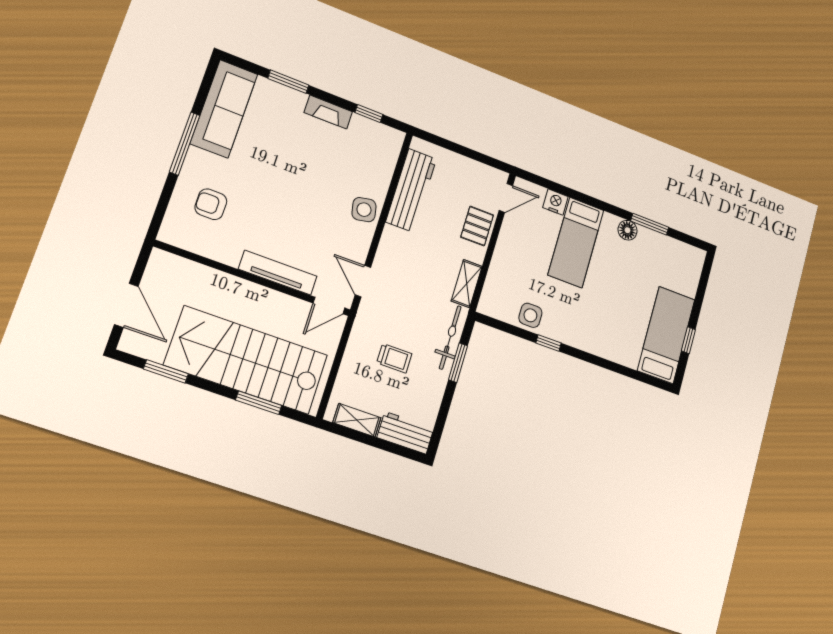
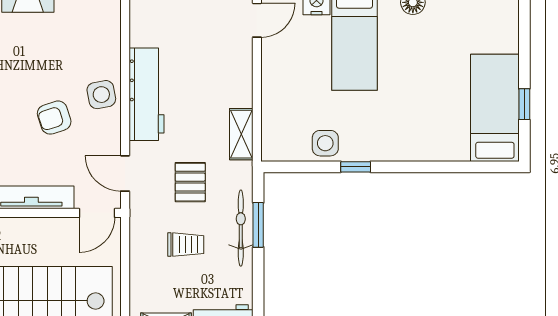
workbench: (411, 190) -> (146, 94), moved
armchair: (319, 214) -> (54, 118), added
pallet: (477, 226) -> (190, 182), moved
bicycle: (450, 337) -> (241, 228), moved

